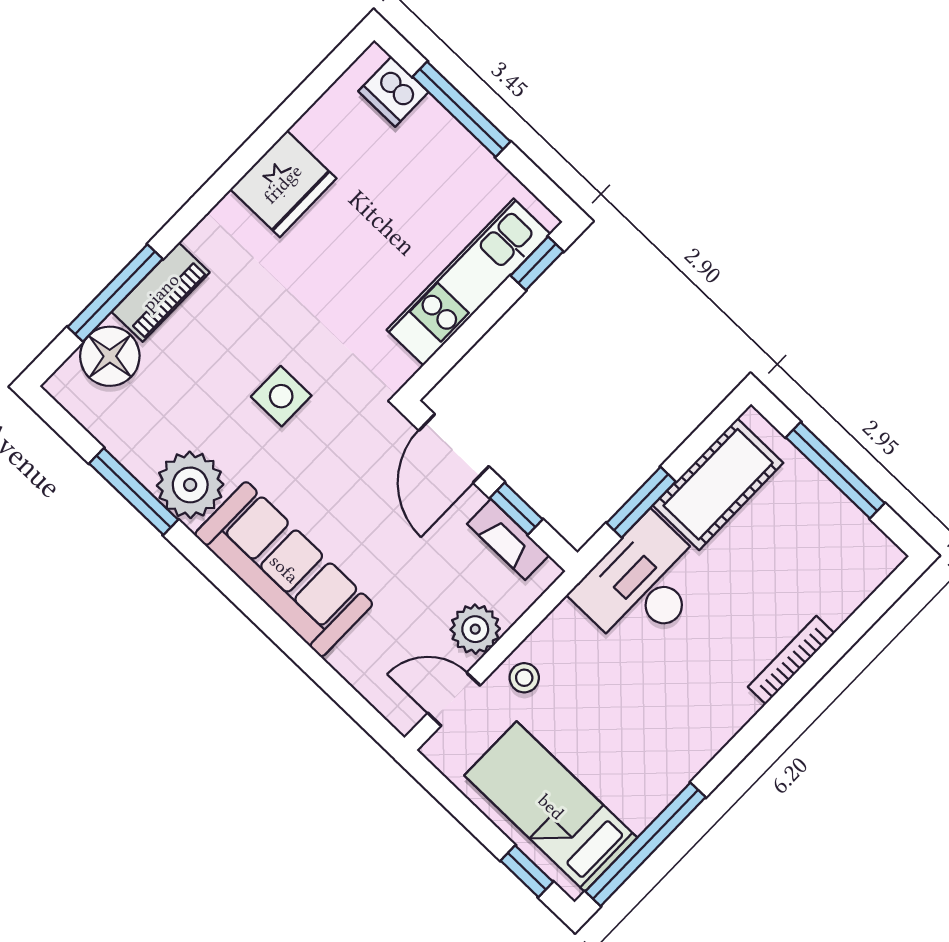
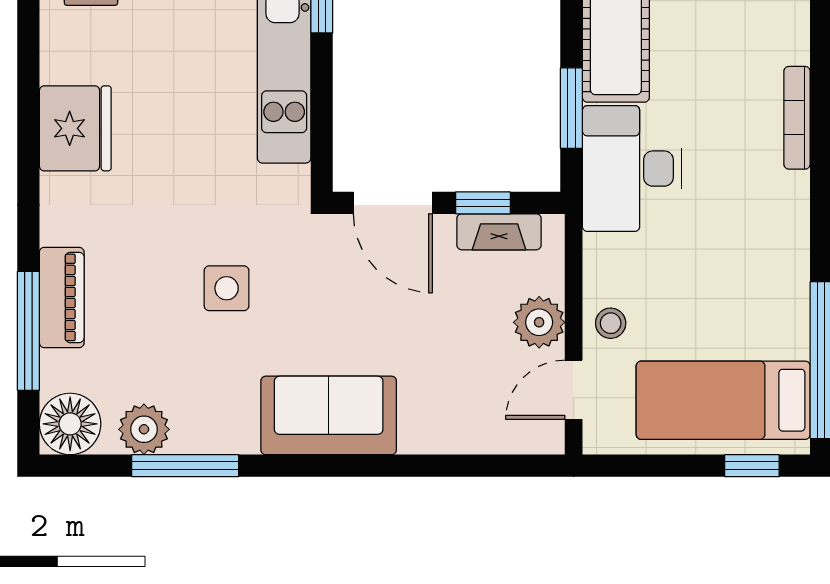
floor lamp: (110, 356) -> (70, 424), moved
plant: (190, 485) -> (144, 429), moved, width x0.73, depth x0.73
sofa: (284, 569) -> (329, 415), width x0.73

